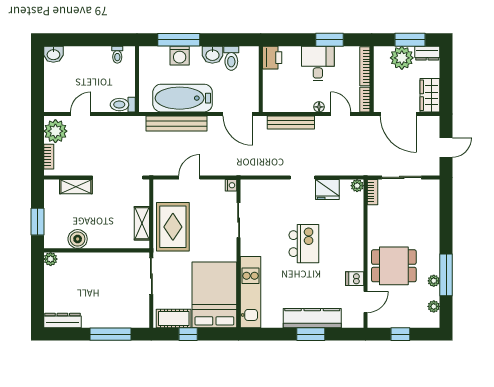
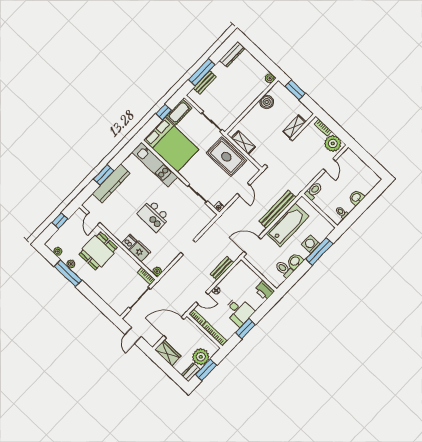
washbasin: (53, 54) -> (356, 198), moved
bench: (291, 122) -> (222, 268), width x0.73
fridge: (327, 189) -> (140, 251), moved, turned 90
dishwasher: (355, 279) -> (129, 242), moved
bench: (118, 321) -> (205, 82), added

